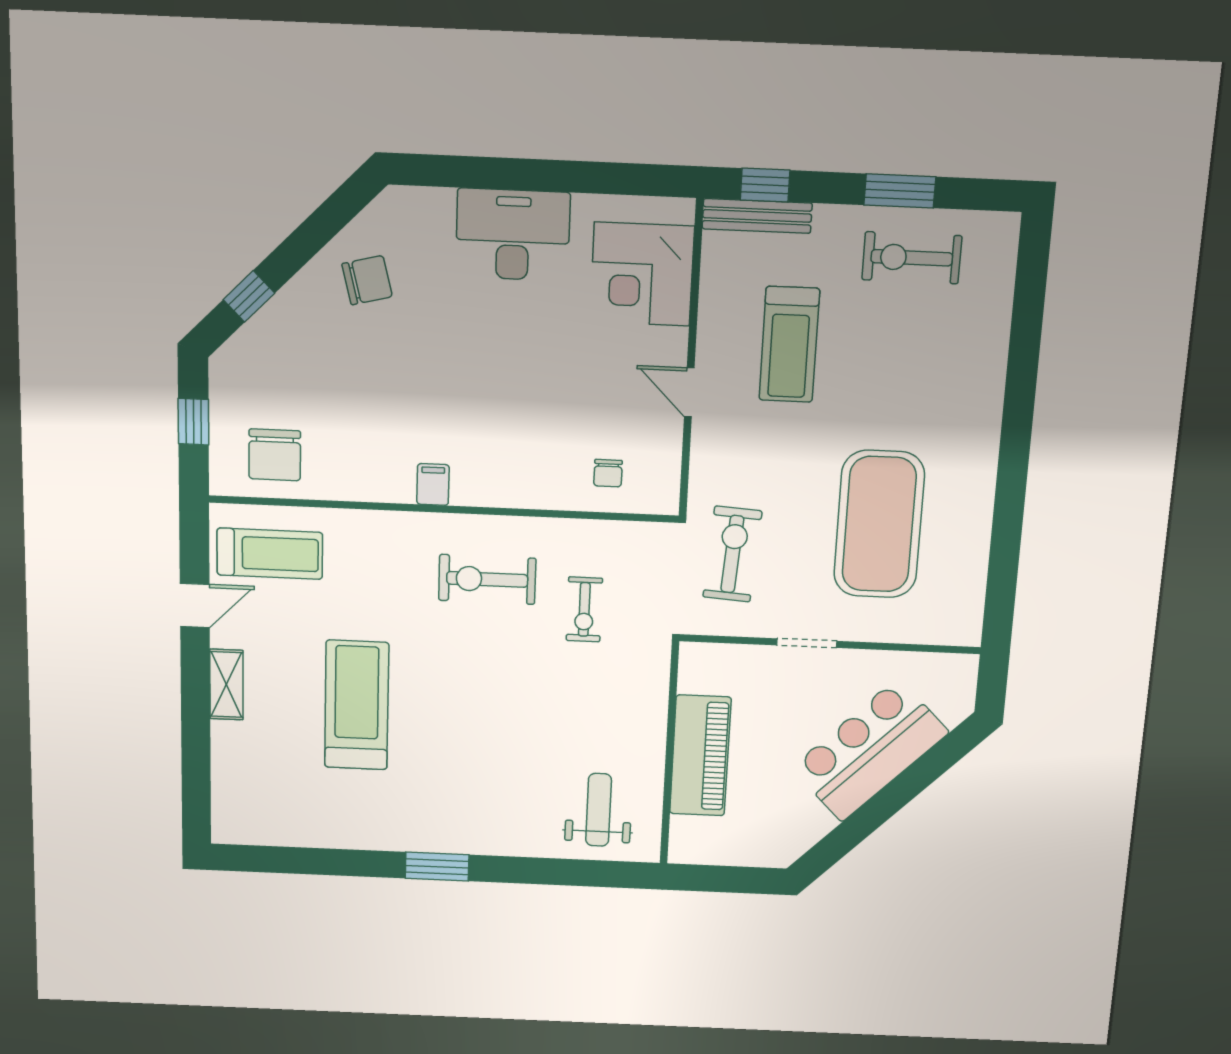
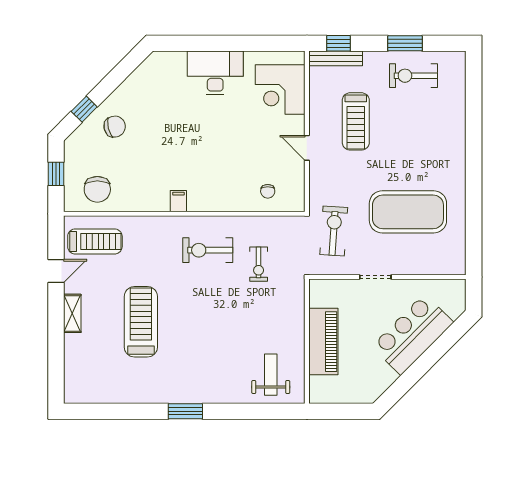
chair: (367, 280) -> (115, 127), moved
exercise mat: (879, 524) -> (408, 212), turned 90

